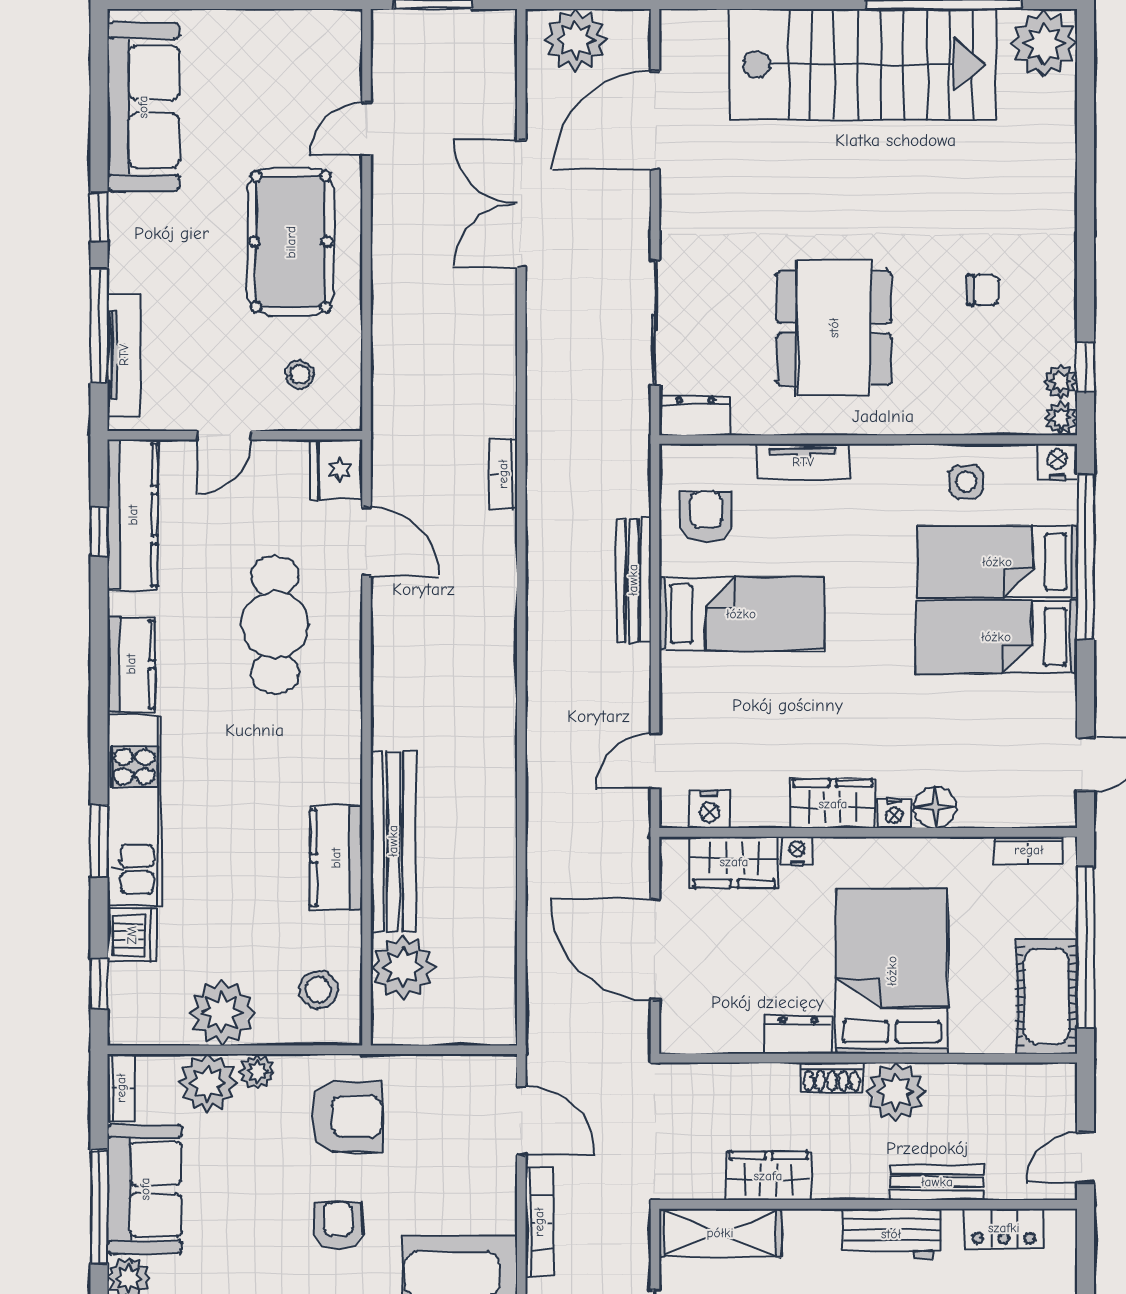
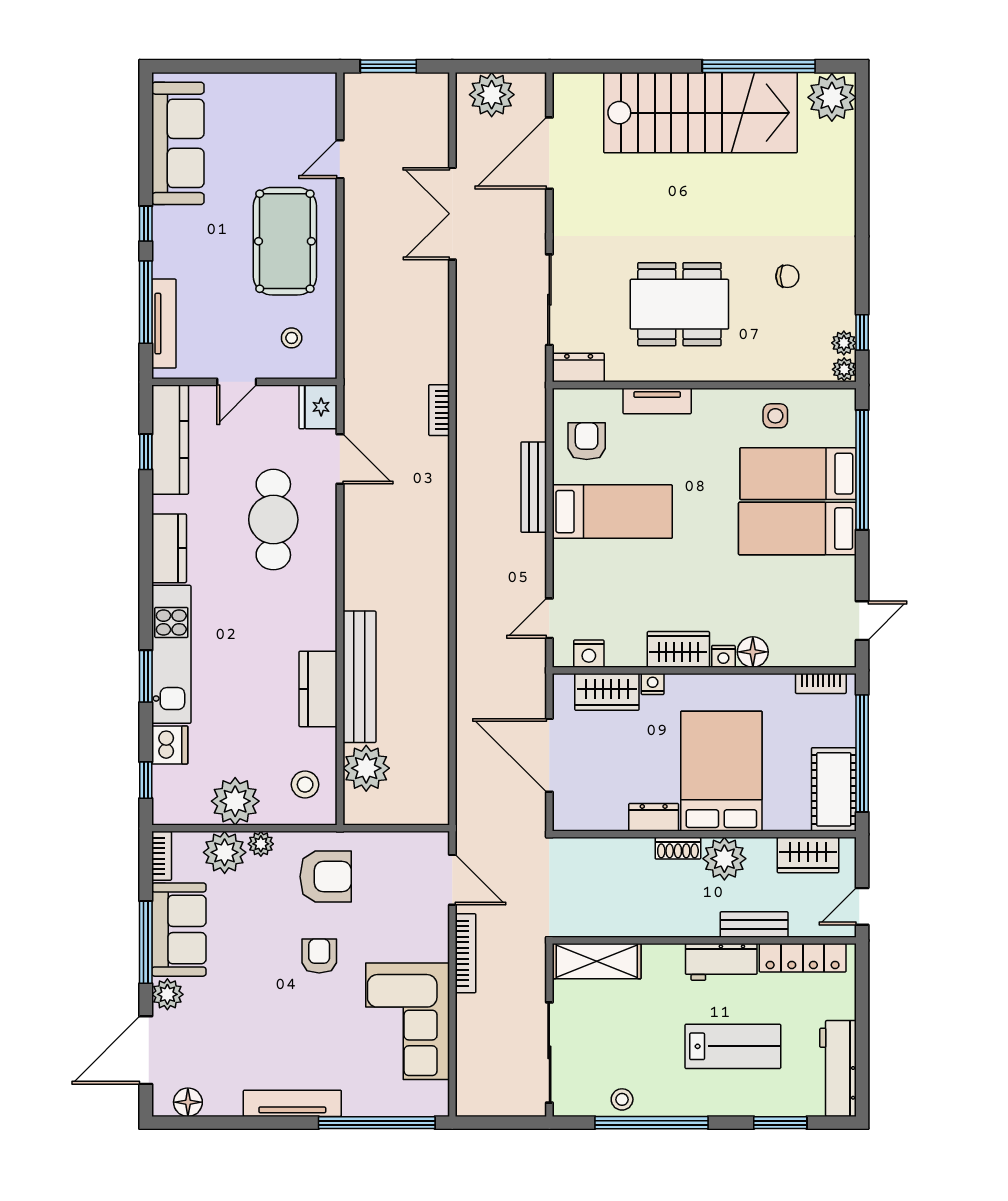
dining table: (834, 328) -> (679, 304), turned 90
nightstand: (1057, 462) -> (842, 401), removed
wardrobe: (768, 1176) -> (808, 855), moved, turned 180
locker: (1004, 1228) -> (803, 958), width x1.53

